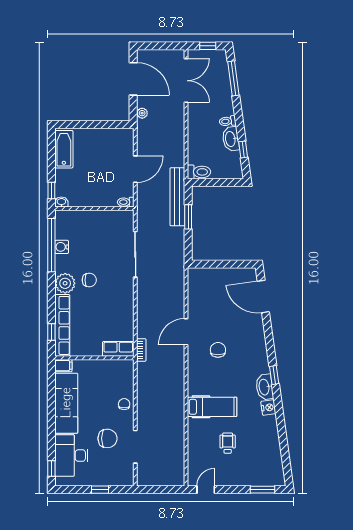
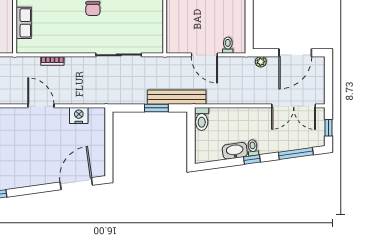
window: (243, 149) -> (252, 160), moved
toilet: (126, 202) -> (228, 45), moved
nightstand: (195, 294) -> (79, 115), added
row of seats: (118, 349) -> (24, 23), moved
bookcase: (141, 350) -> (52, 61), moved
chair: (218, 350) -> (23, 138), removed

